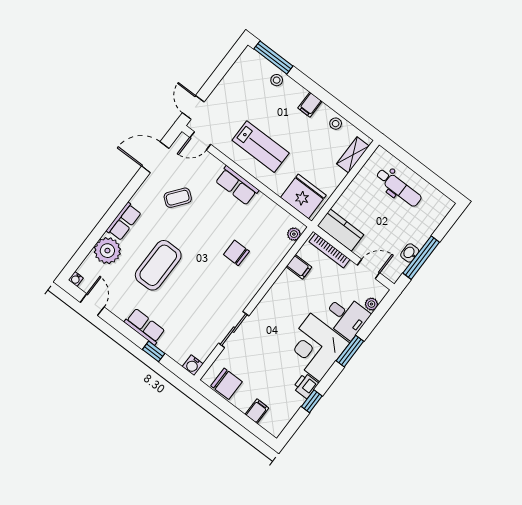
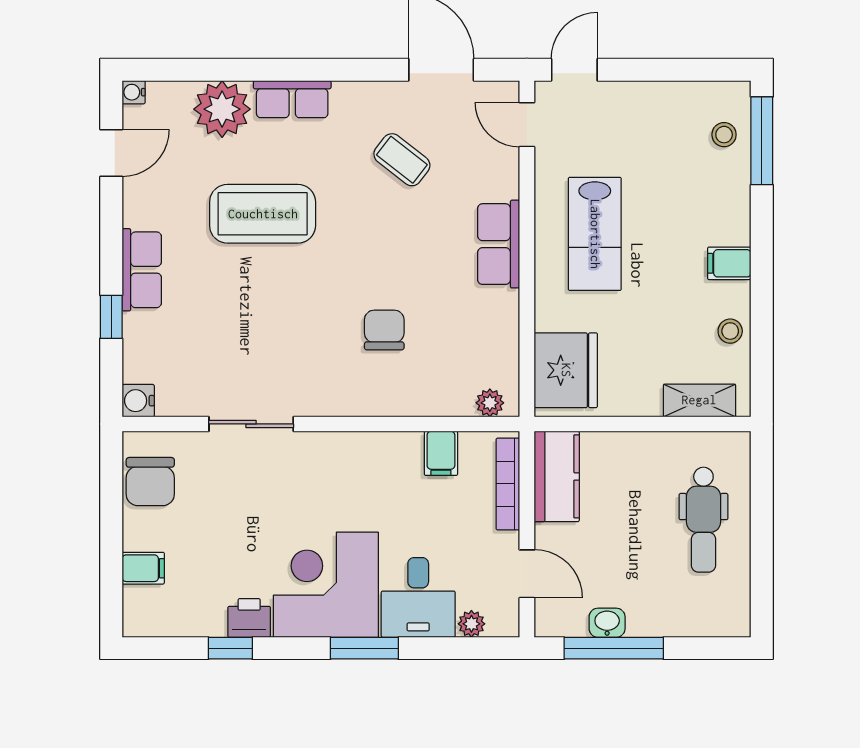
stool: (277, 80) -> (724, 135), moved

